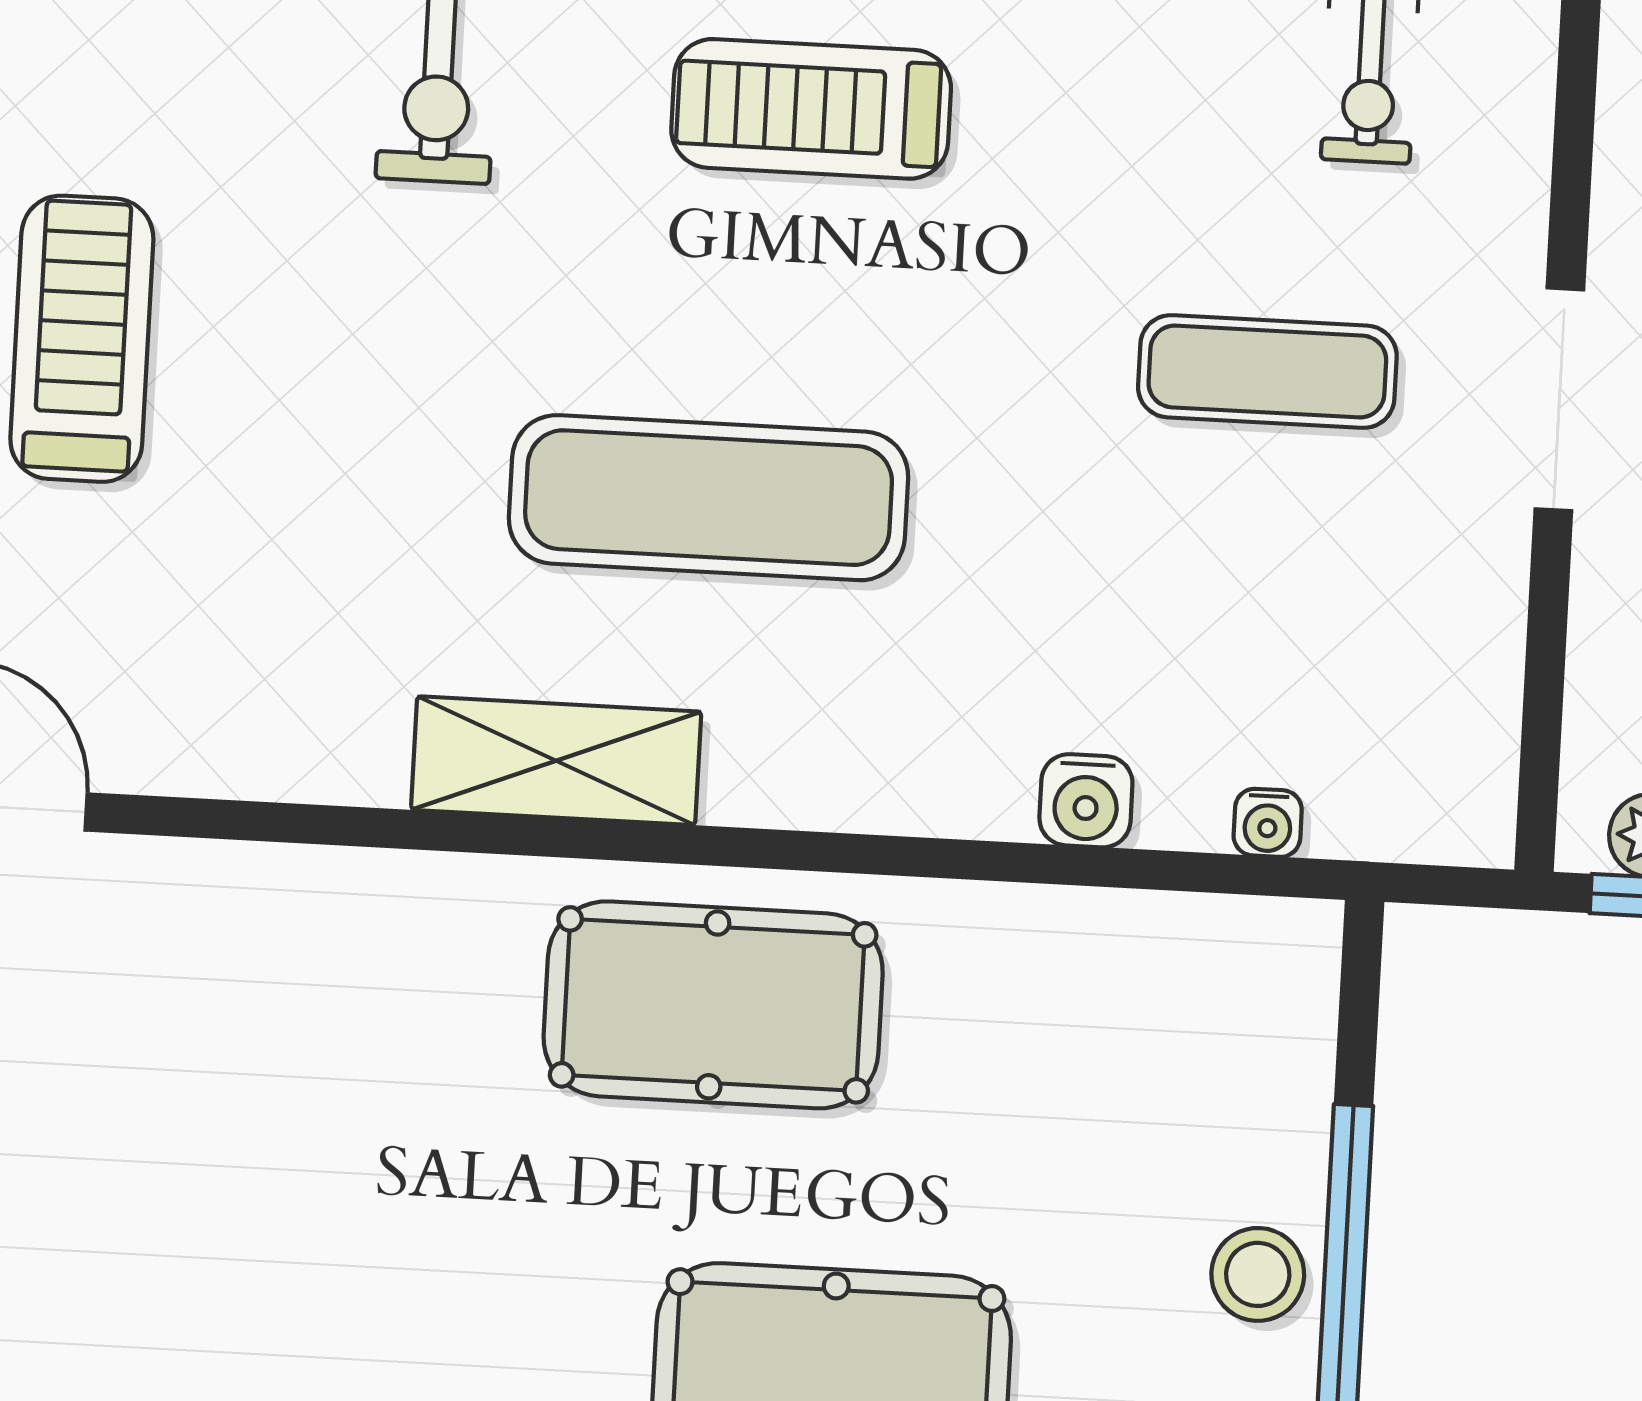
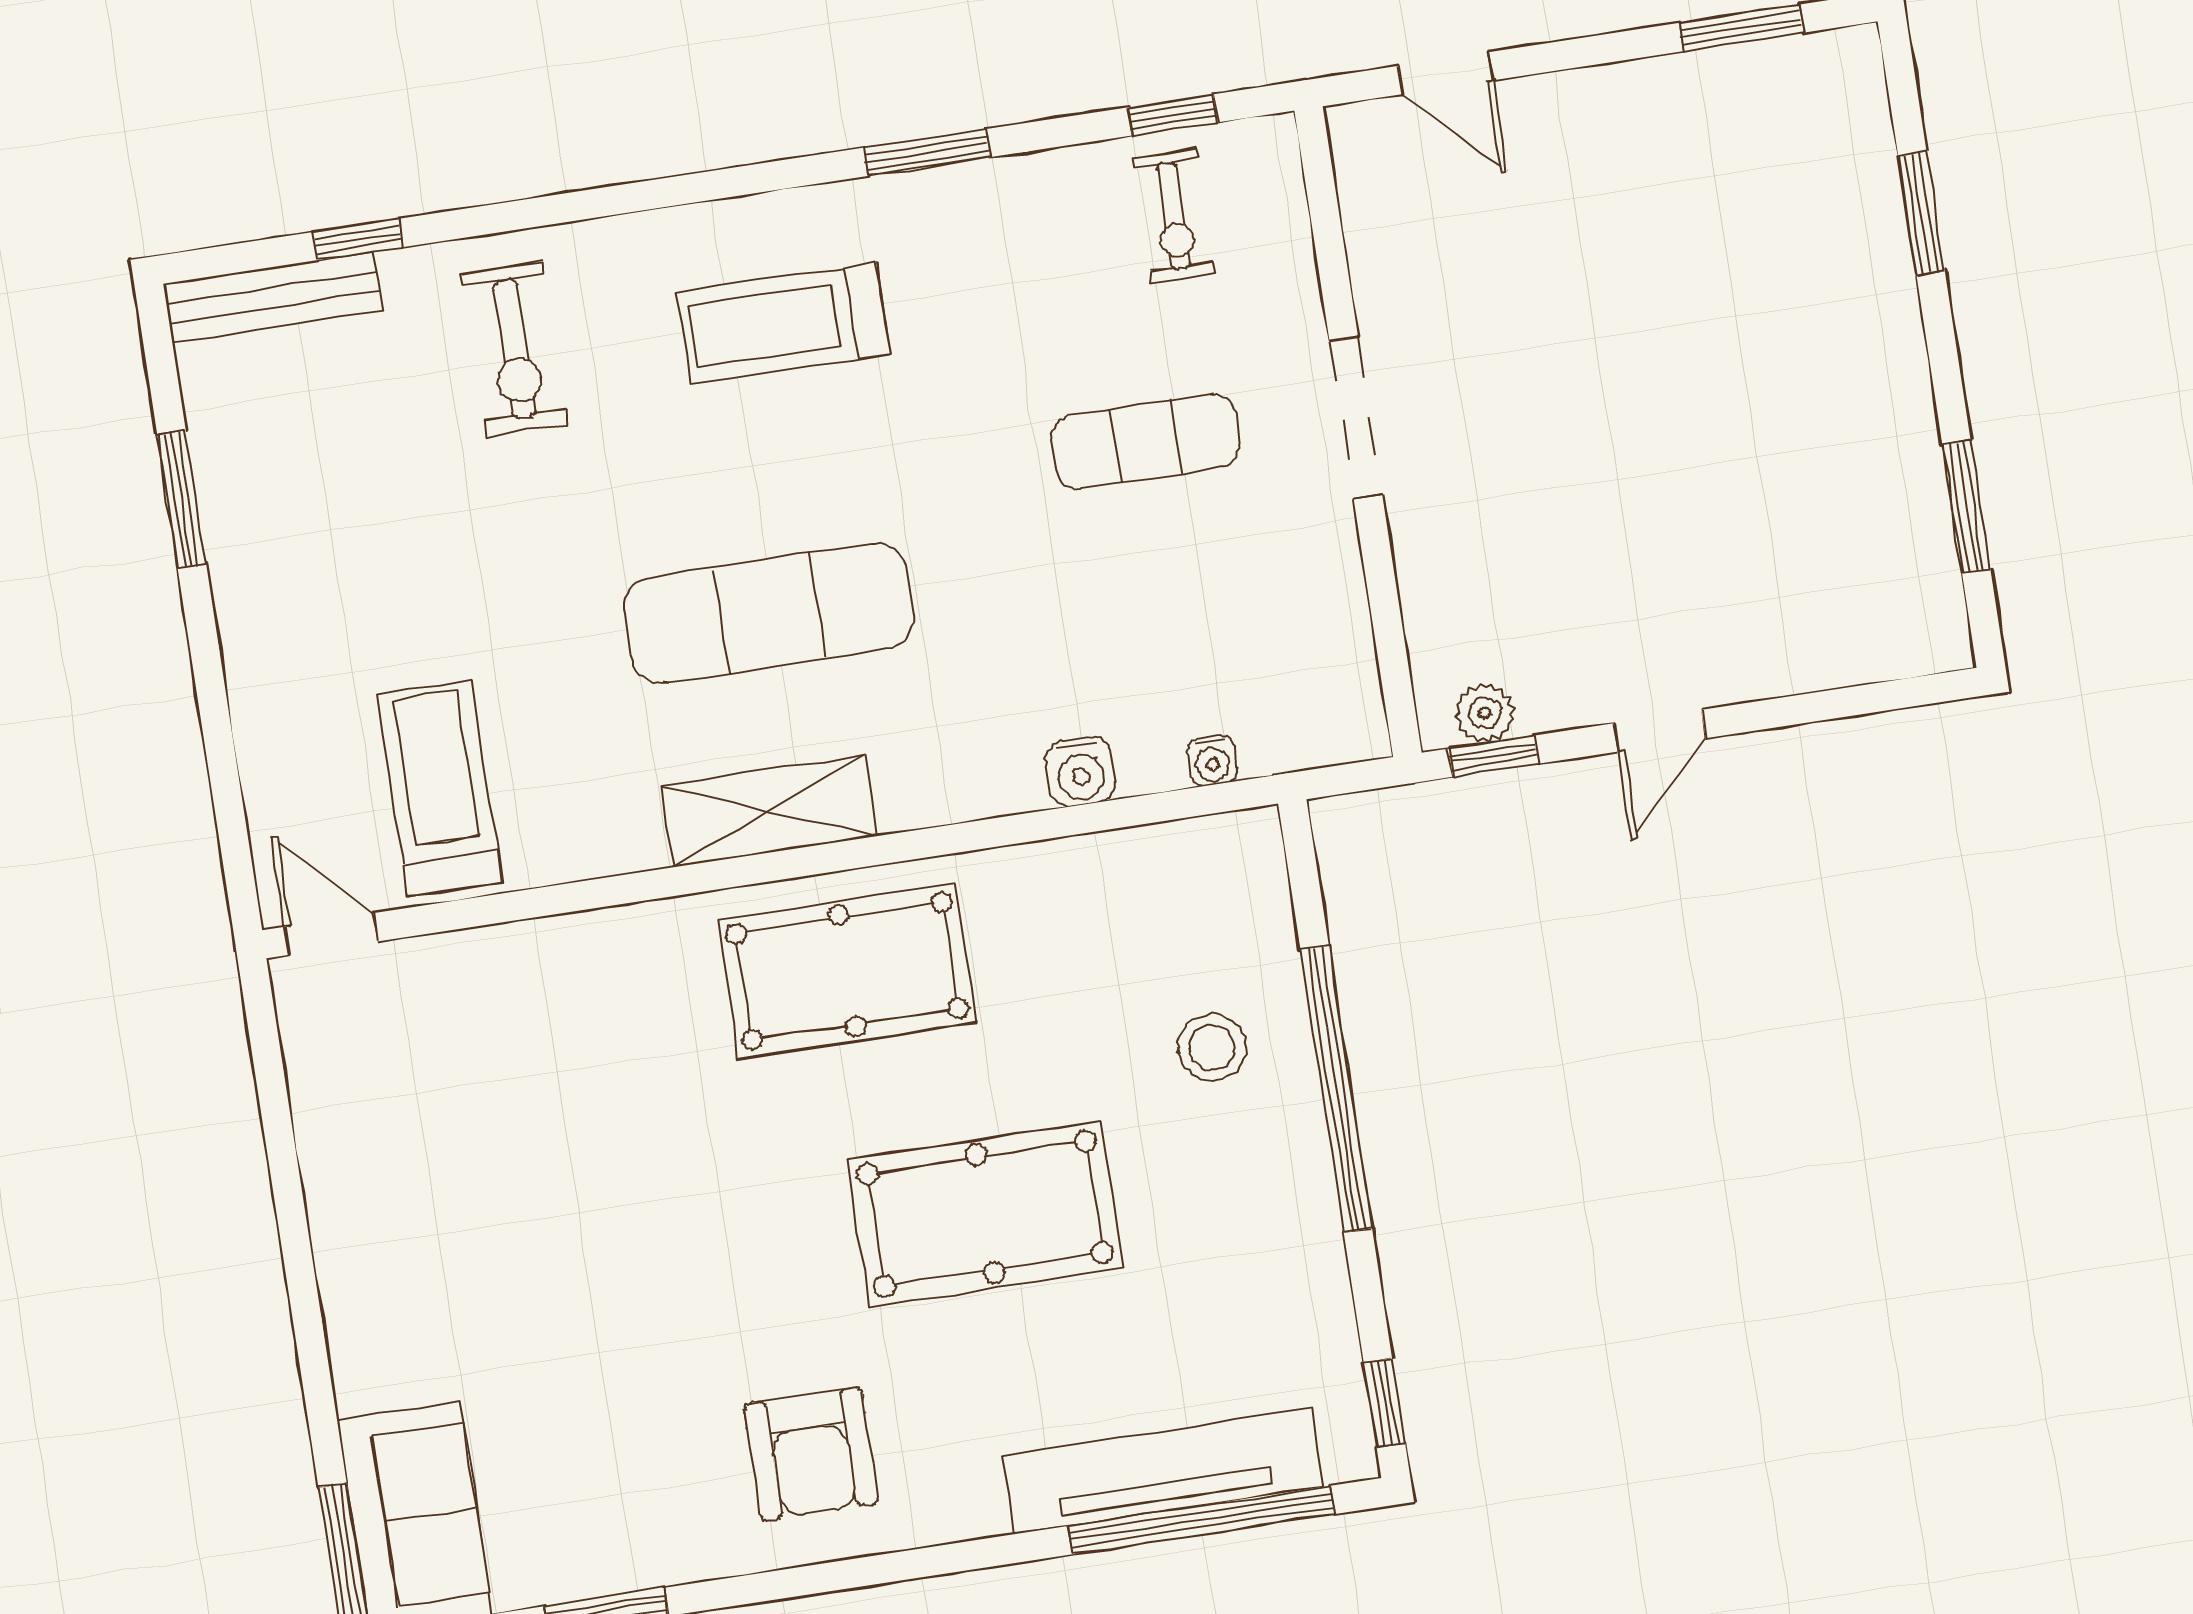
treadmill: (82, 339) -> (440, 788), moved
shelving: (556, 761) -> (769, 811), moved
stool: (1258, 1274) -> (1212, 1047), moved

